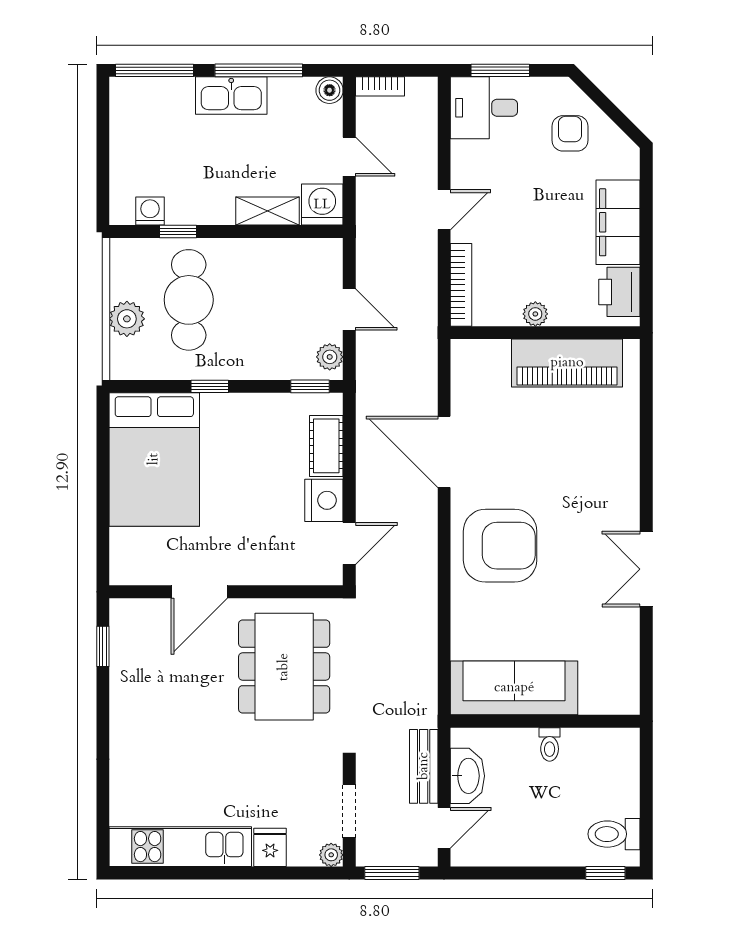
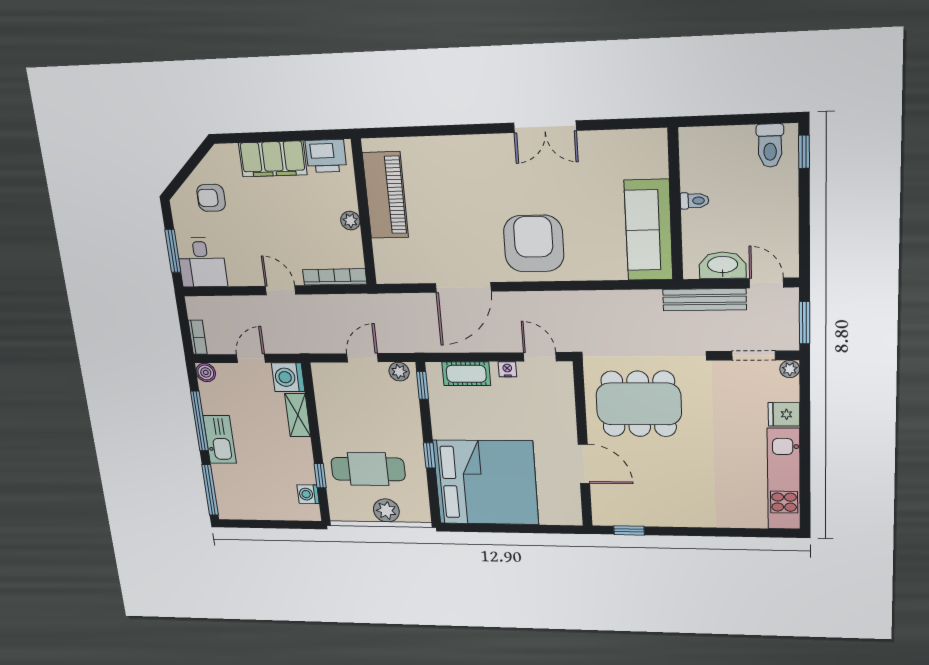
bed: (154, 459) -> (486, 483), width x1.36
nightstand: (324, 500) -> (507, 369), width x0.53, depth x0.56
bench: (424, 766) -> (704, 300), width x1.36

